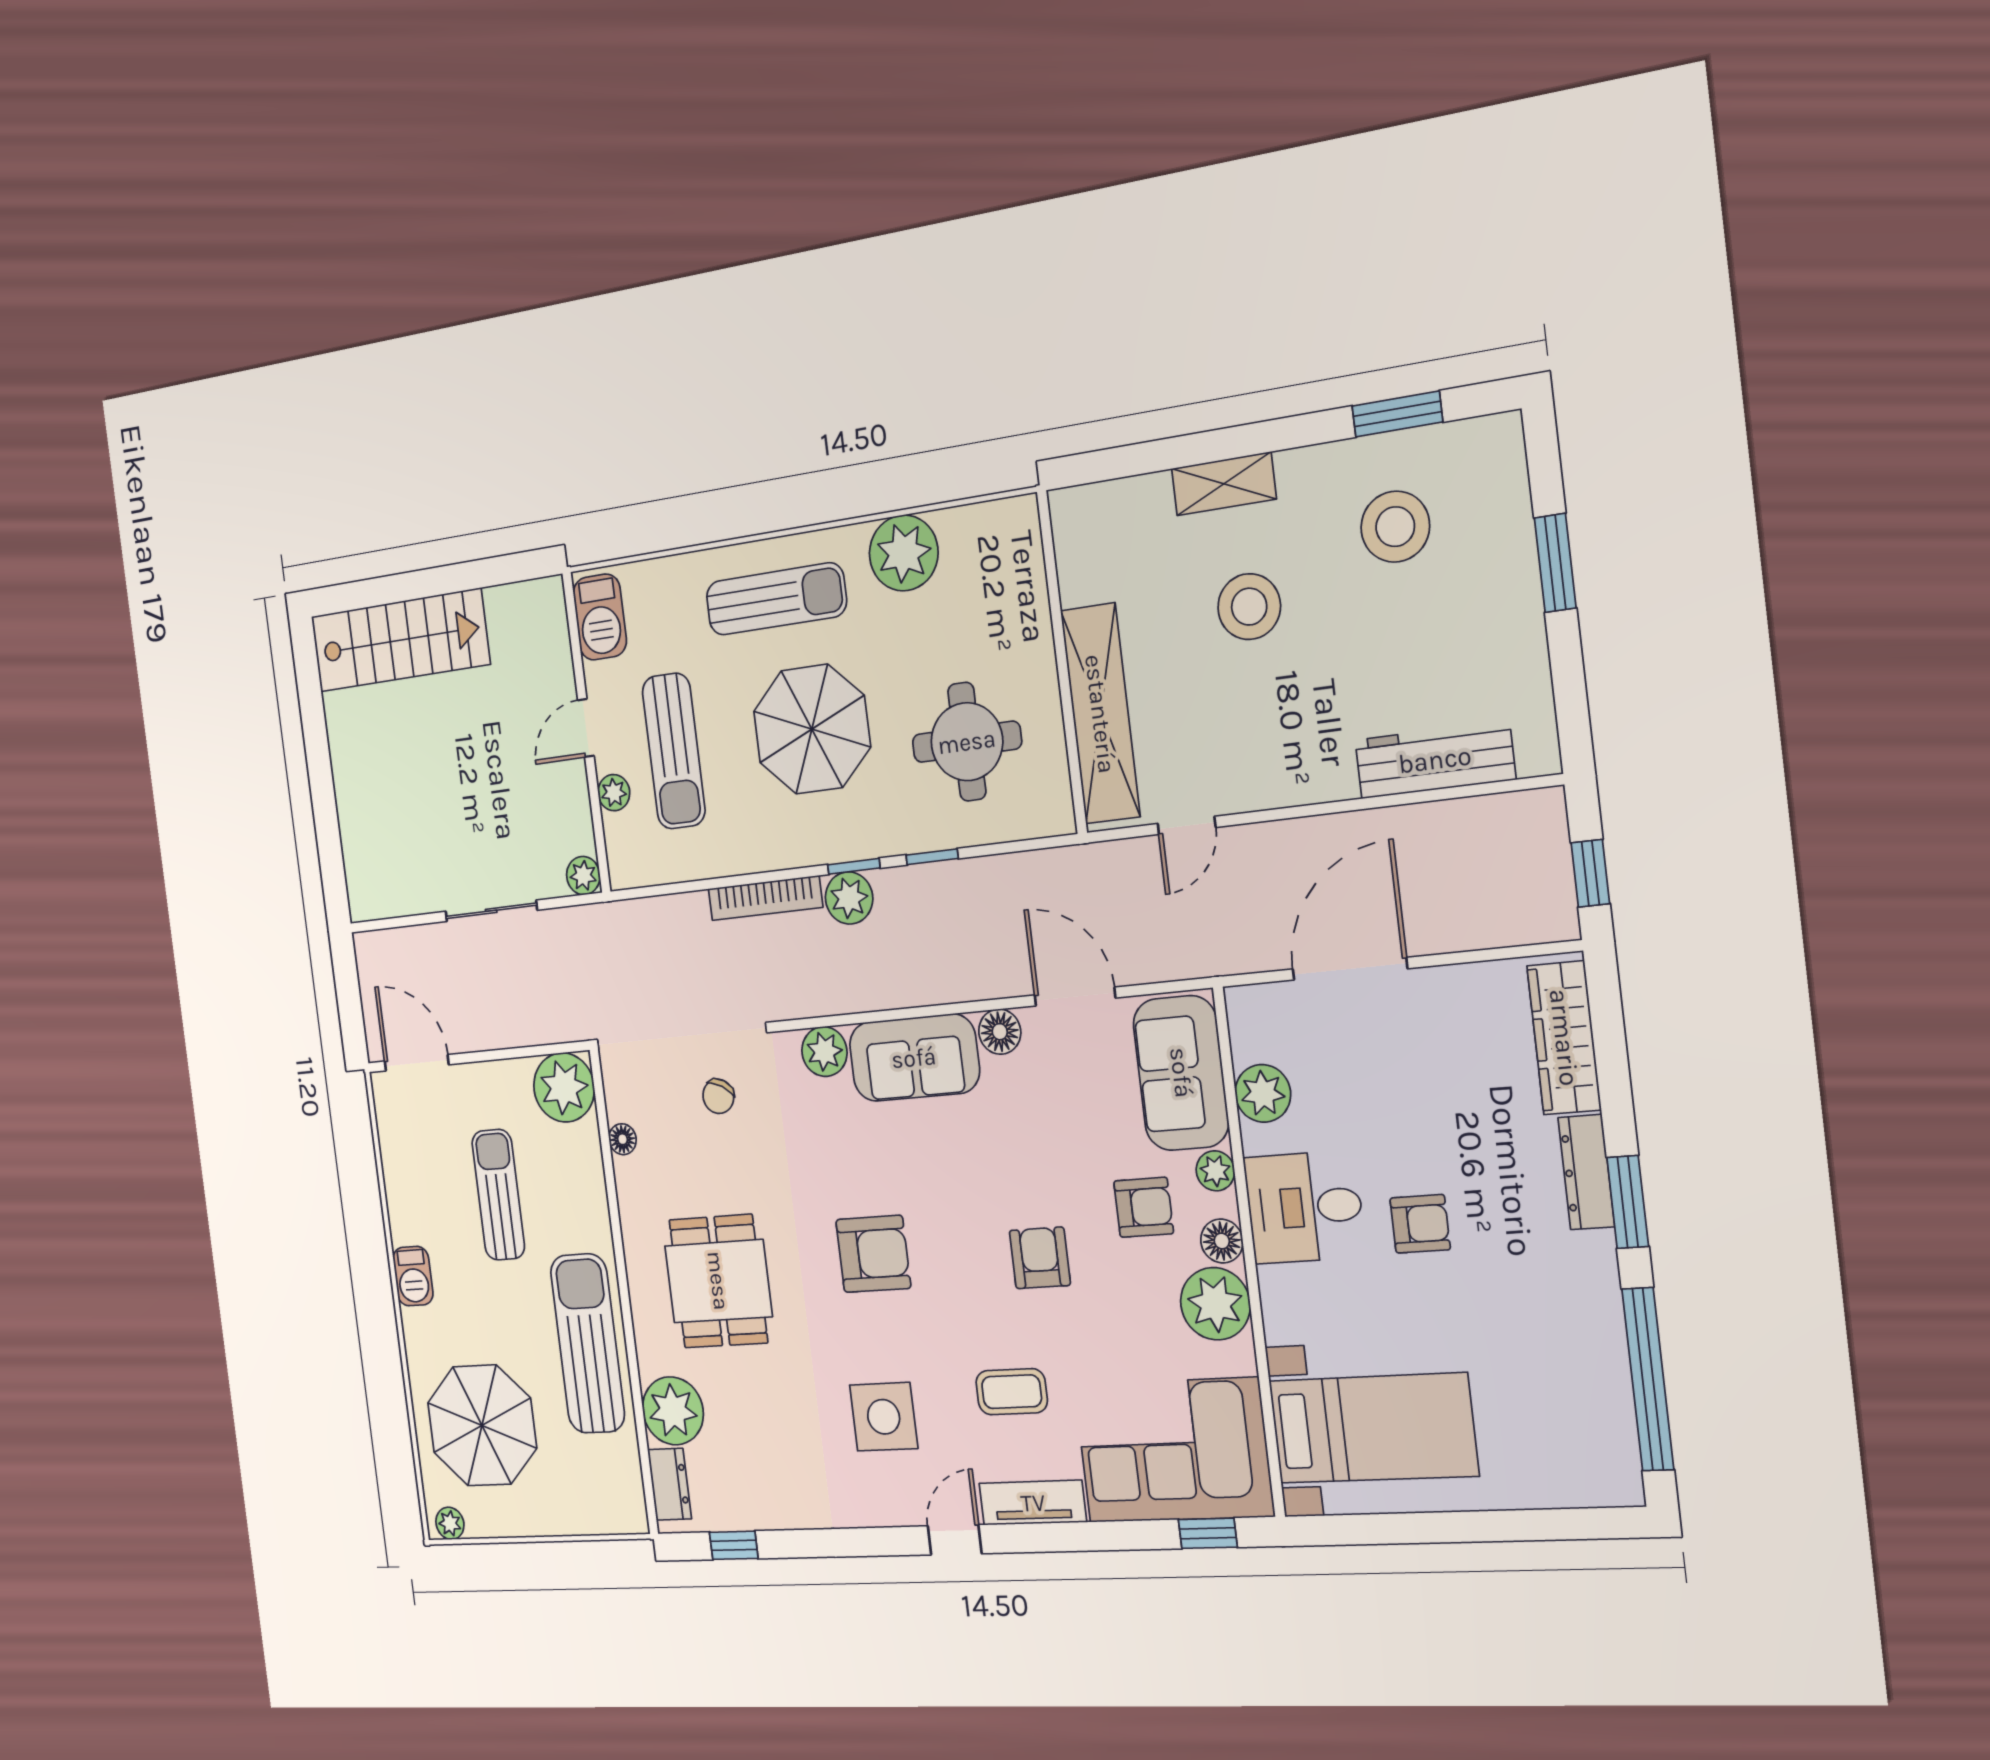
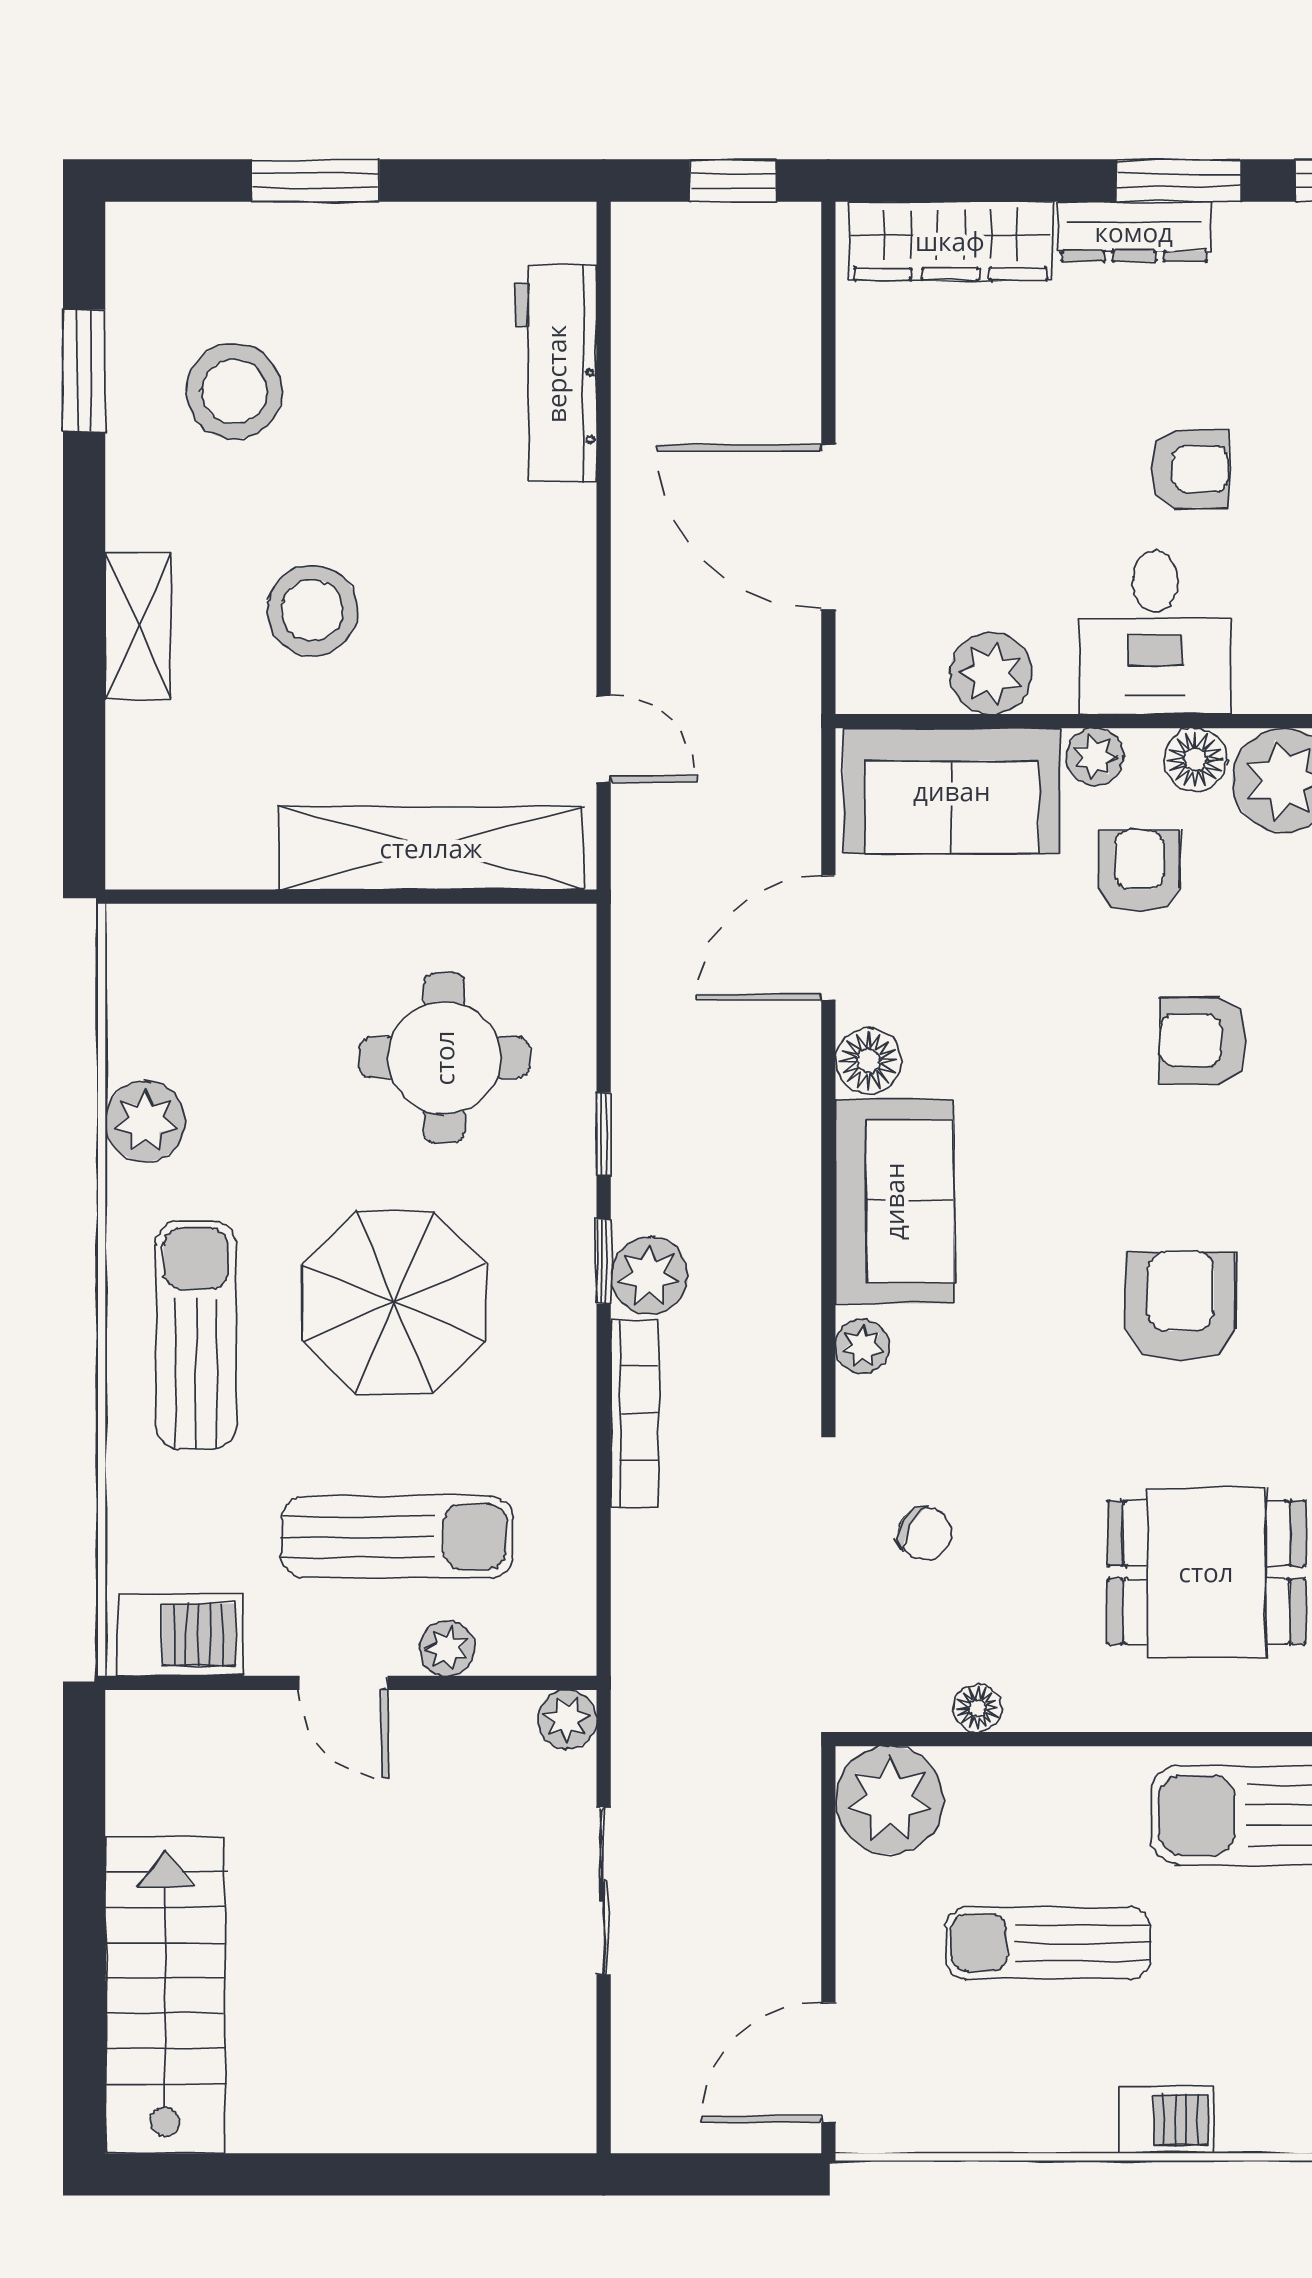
plant: (904, 553) -> (145, 1121), width x0.73, depth x0.73
plant: (824, 1052) -> (862, 1346), width x0.73, depth x0.73
armchair: (1420, 1224) -> (1190, 469), turned 90

